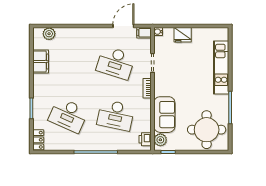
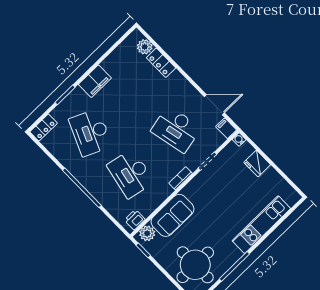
locker: (68, 33) -> (161, 63), added
filing cabinet: (41, 61) -> (95, 81), moved
desk: (116, 63) -> (176, 129), turned -30

